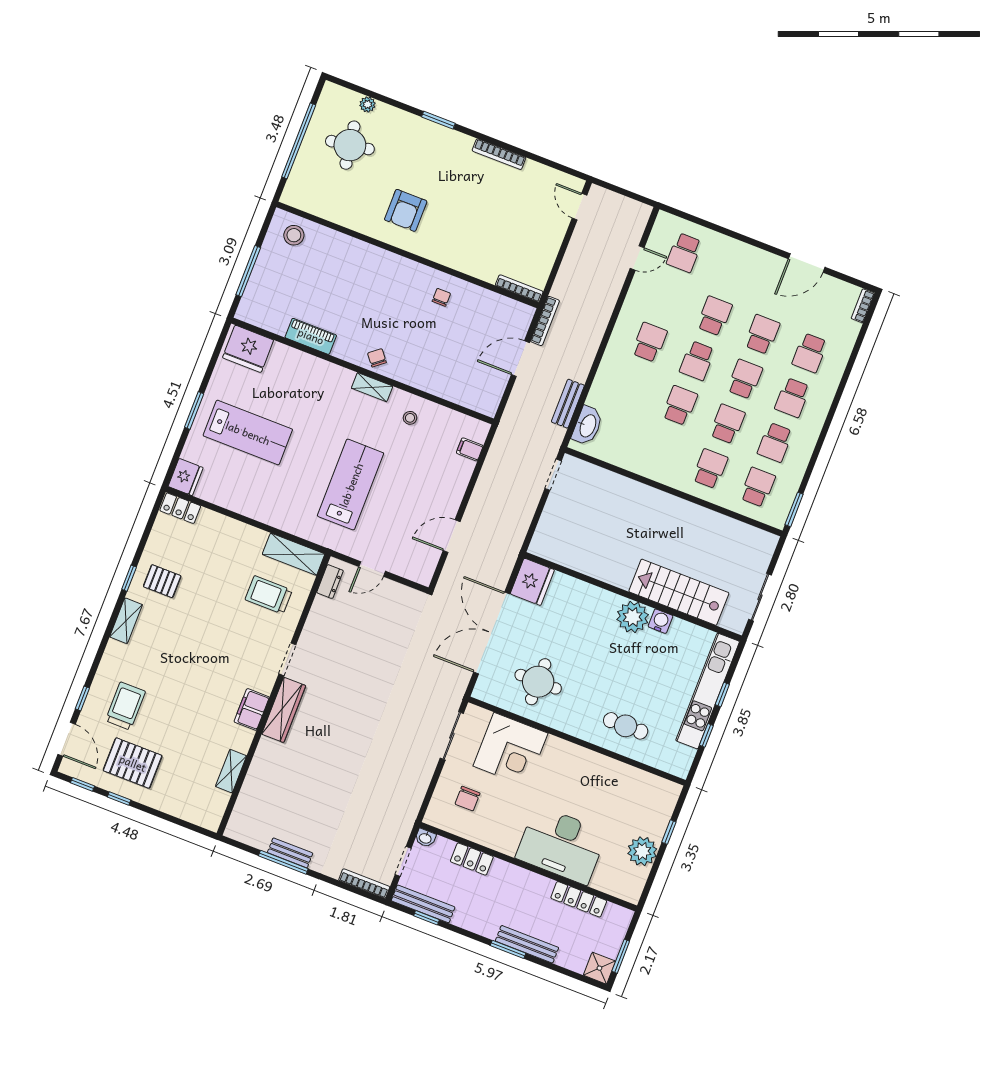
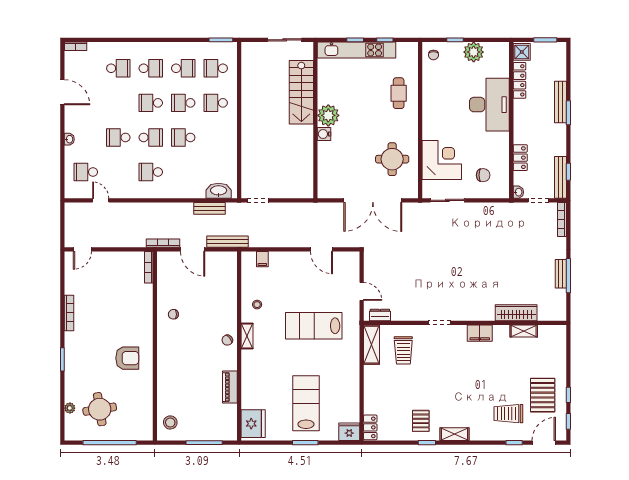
washbasin: (738, 248) -> (69, 139), added
school desk: (684, 253) -> (86, 172), turned 180
school desk: (762, 334) -> (118, 103), removed
bench: (513, 411) -> (227, 242), added
fridge: (532, 582) -> (331, 187), removed
water cooler: (661, 621) -> (324, 134), moved
wardrobe: (284, 710) -> (516, 313), moved
chair: (660, 794) -> (433, 55), added
shower: (599, 968) -> (522, 52), moved

